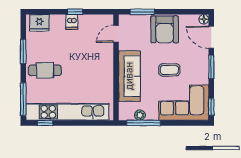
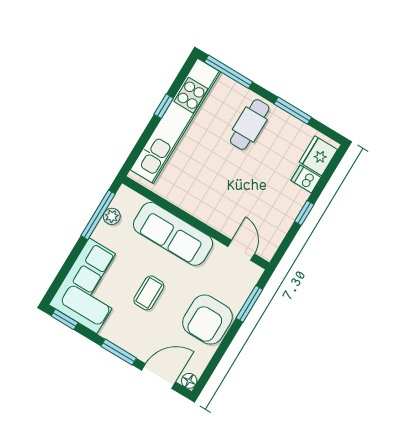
dishwasher: (72, 22) -> (306, 179), moved
armchair: (165, 29) -> (207, 320), turned -90
window: (45, 123) -> (164, 106), moved

